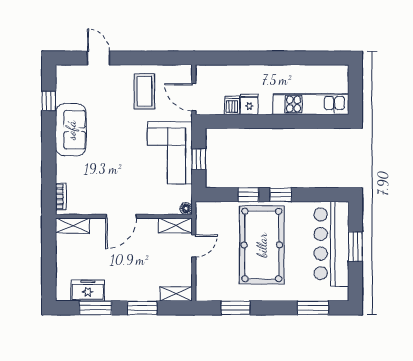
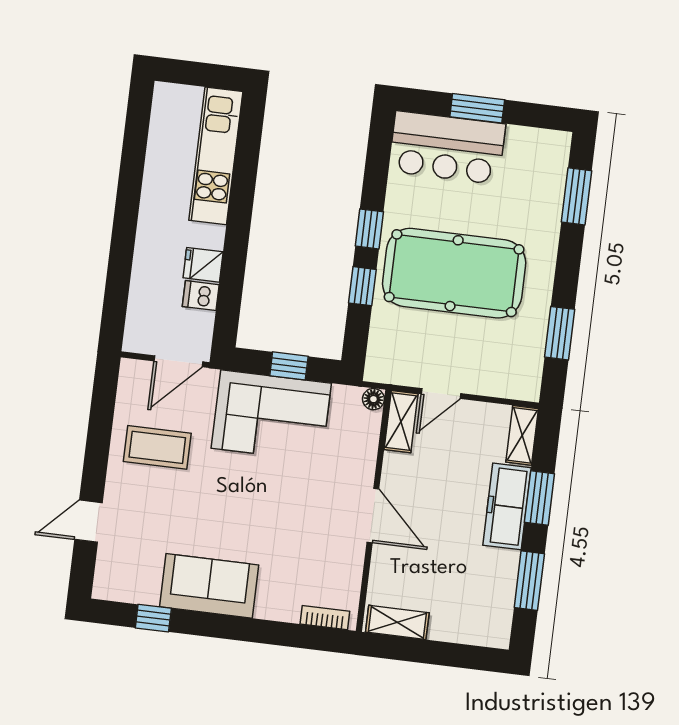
shelving: (73, 226) -> (397, 622), moved, turned 90
bar counter: (331, 244) -> (447, 148), width x0.73
door: (194, 246) -> (441, 394), swing flipped
freezer: (88, 290) -> (507, 506), moved, width x1.40

